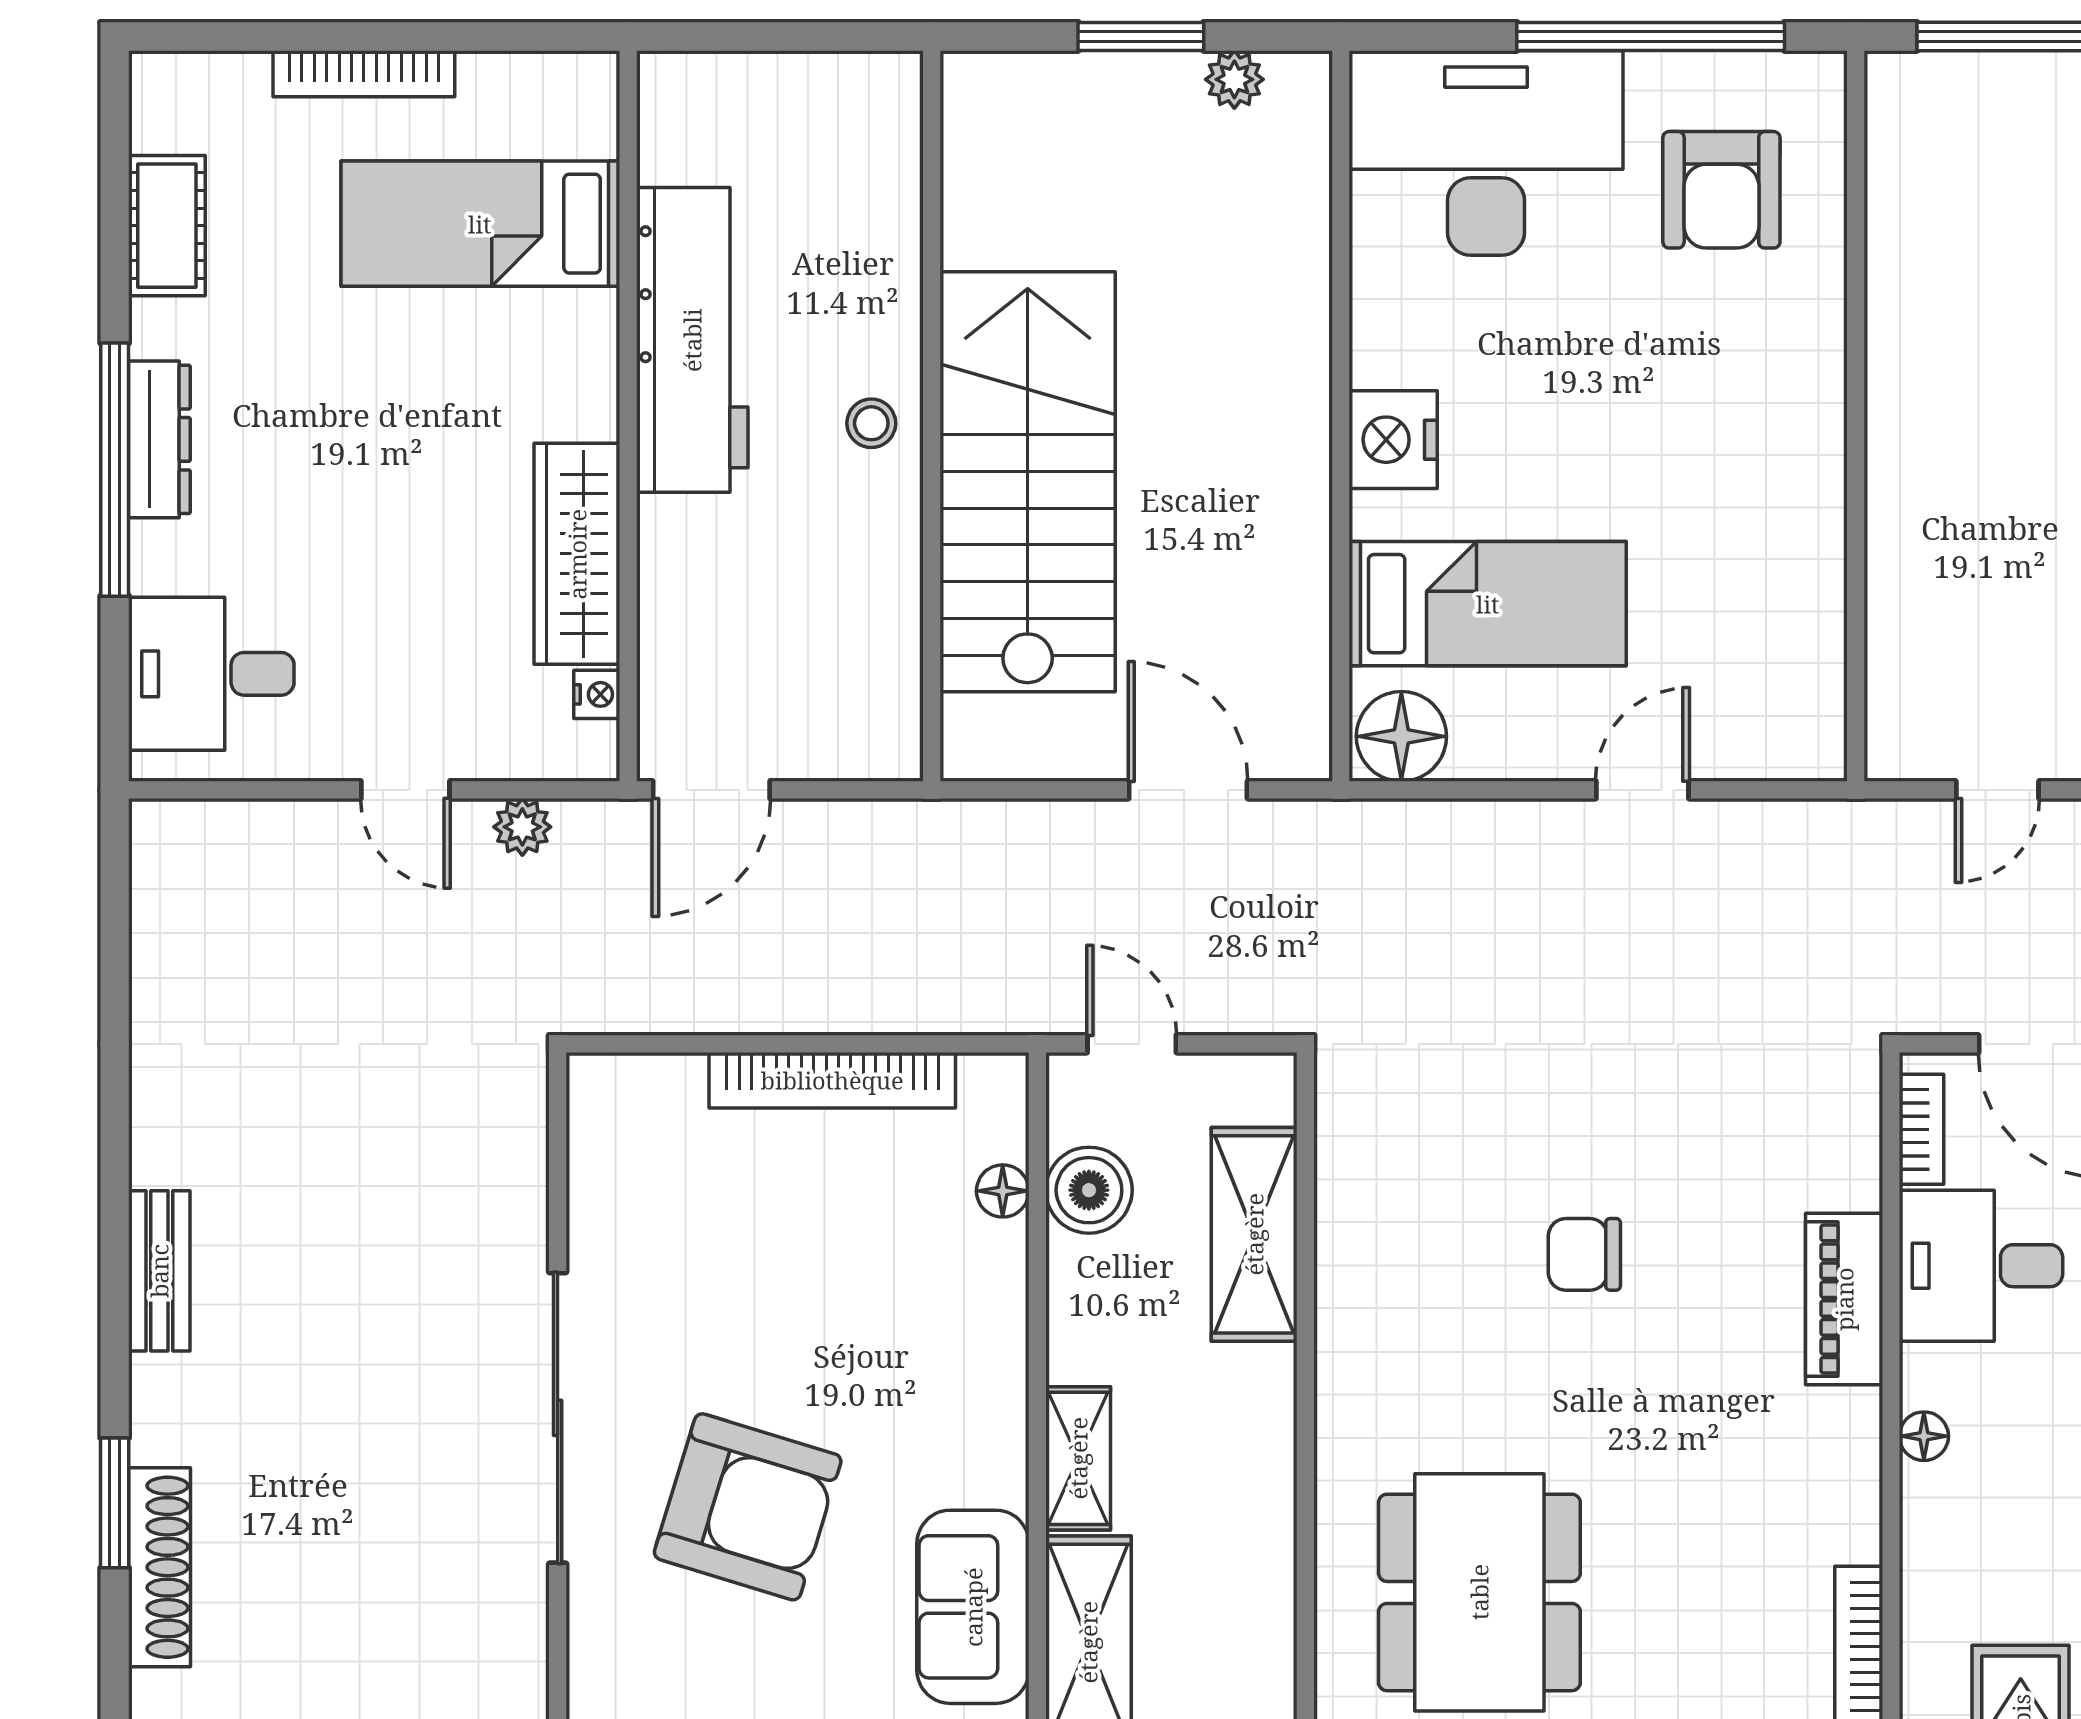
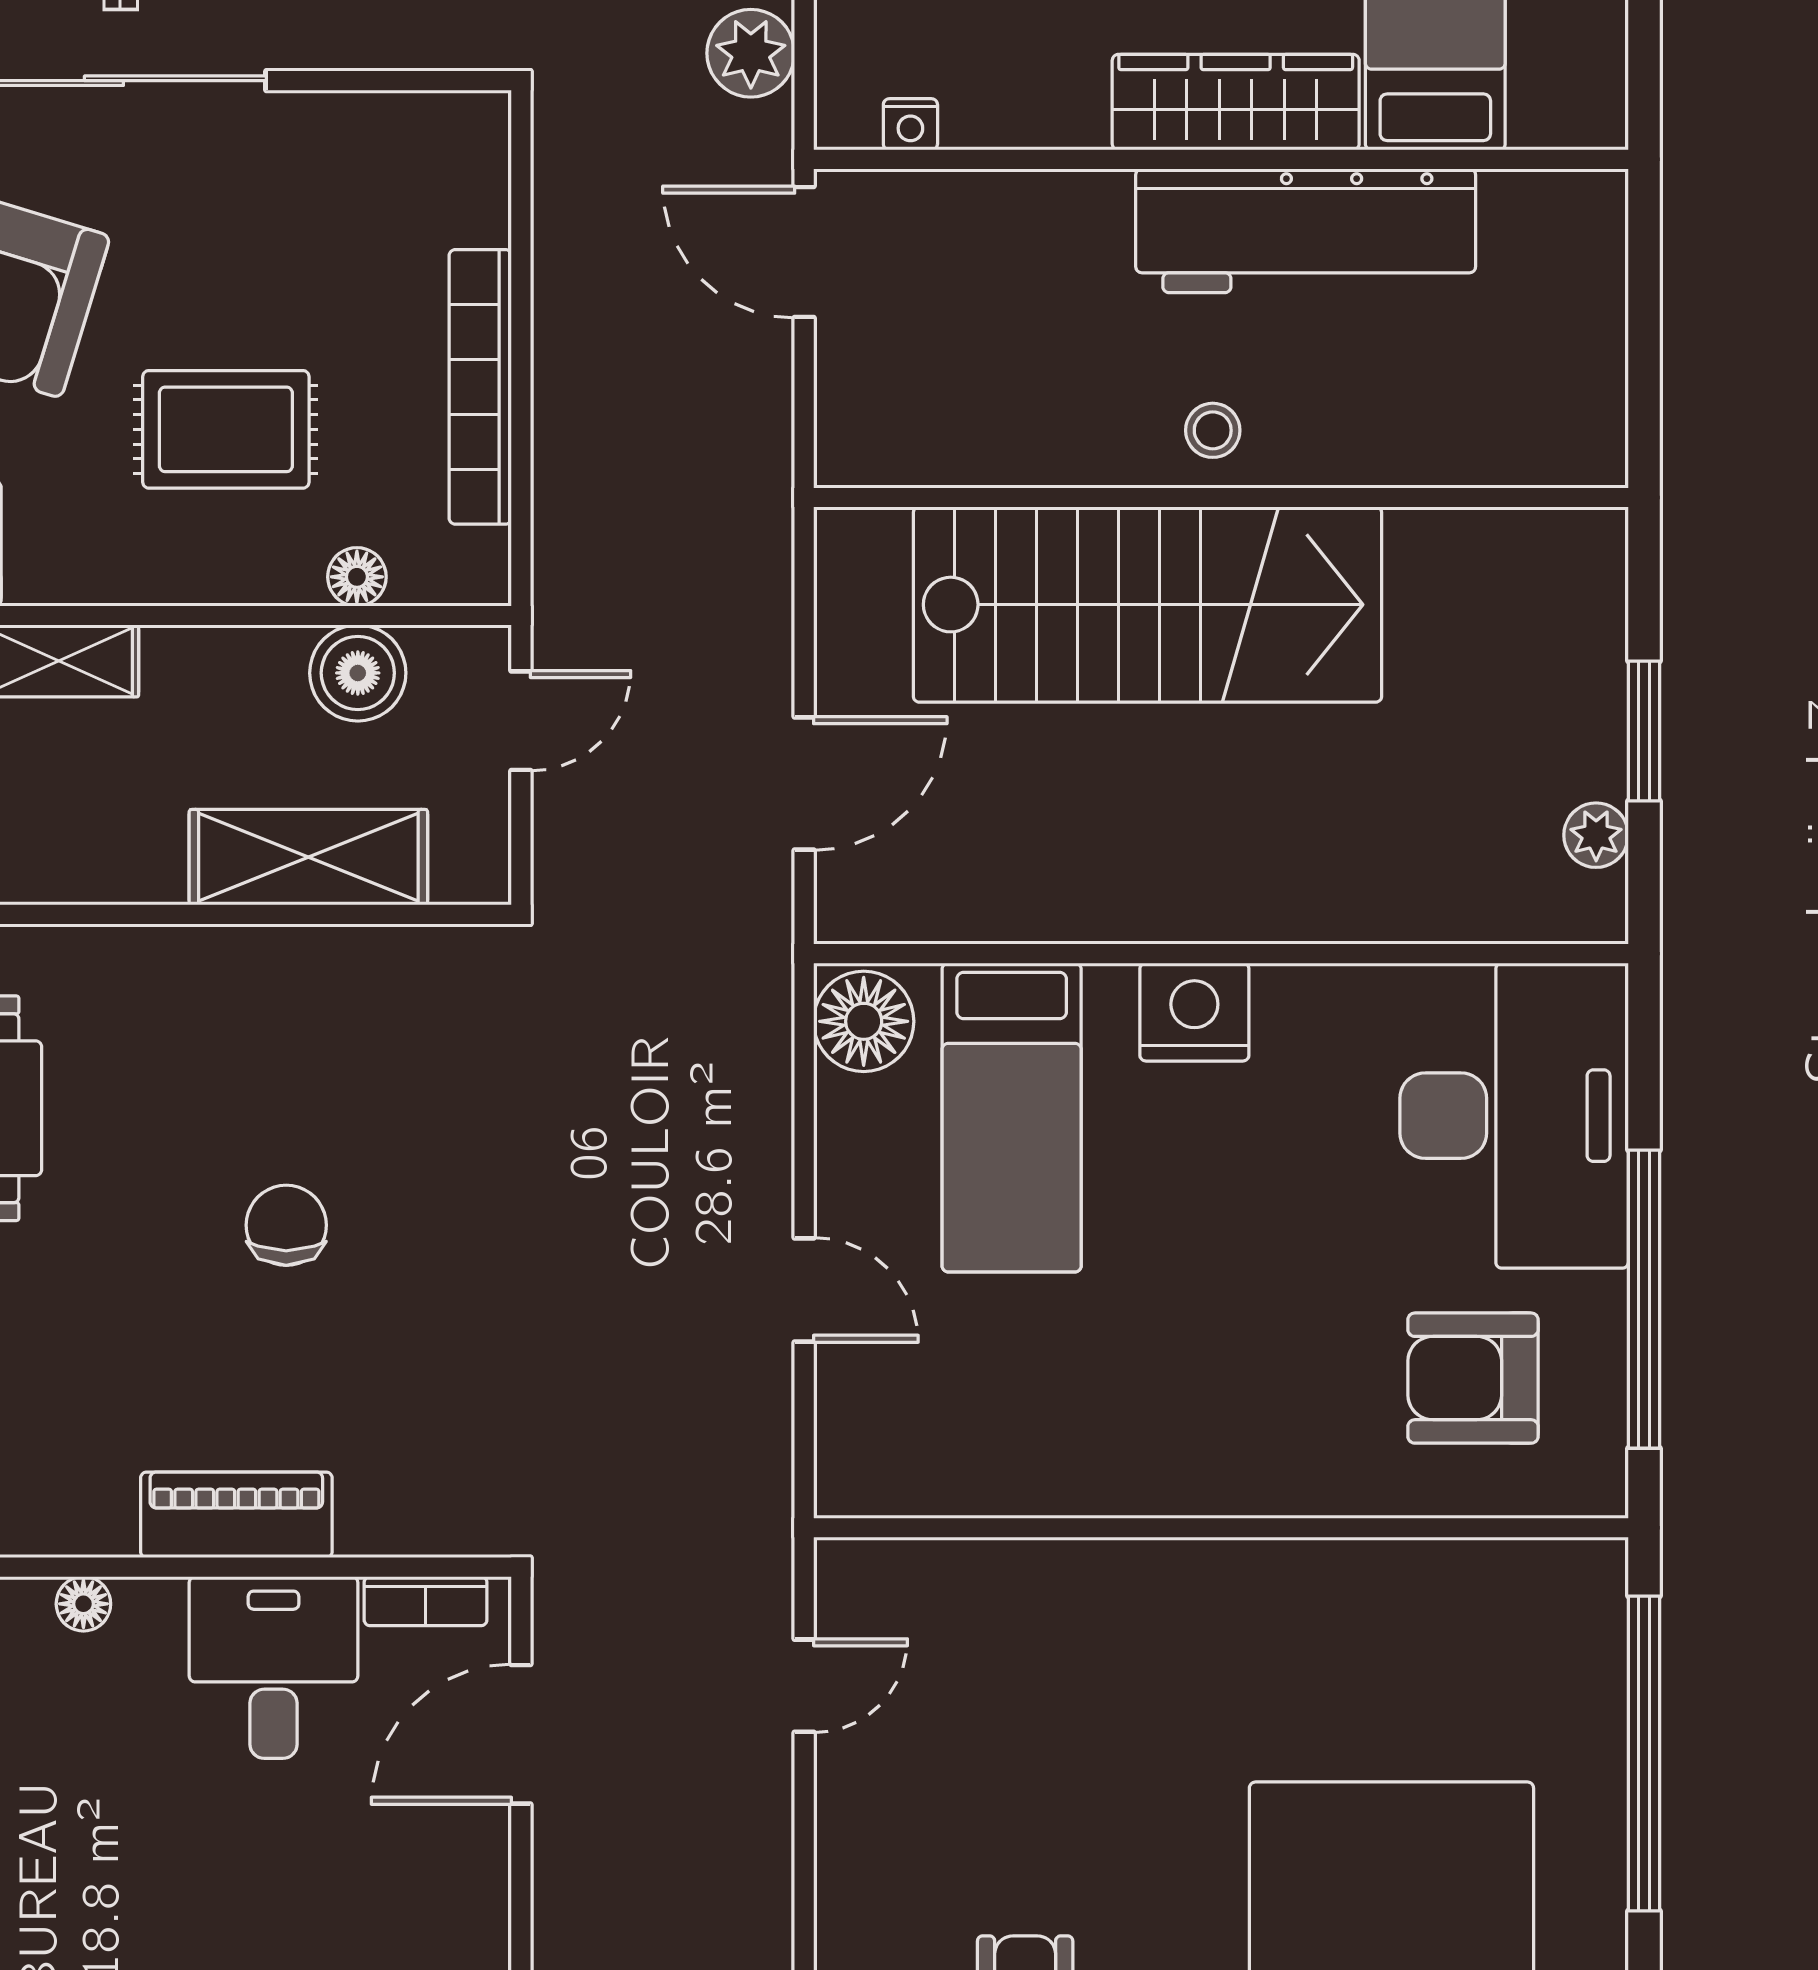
wardrobe: (577, 554) -> (1236, 102), moved
door: (1997, 790) -> (804, 1686), swing flipped
plant: (522, 827) -> (751, 53), width x1.38, depth x1.38
rug: (870, 1308) -> (226, 429), added

